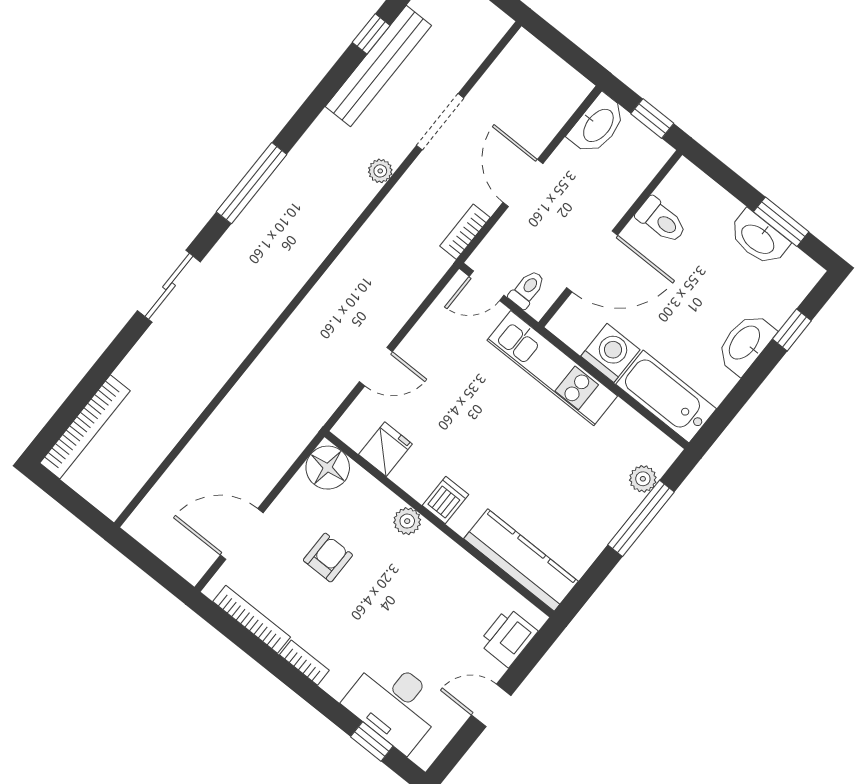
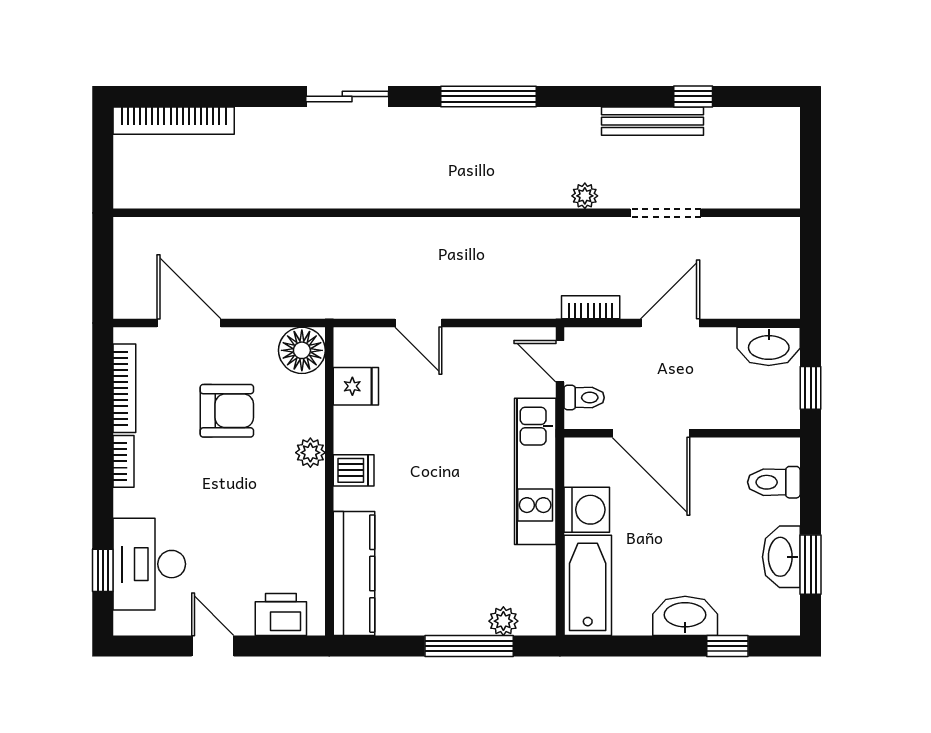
bench: (378, 66) -> (653, 121), width x0.73, depth x0.82
toilet: (661, 220) -> (774, 482), moved, turned 90
armchair: (328, 558) -> (227, 411), width x1.38, depth x1.38

